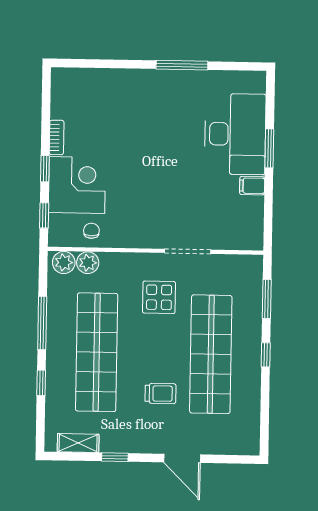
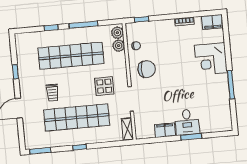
filing cabinet: (63, 86) -> (212, 22), added
desk: (235, 134) -> (187, 122), width x0.53, depth x0.77
window: (45, 169) -> (167, 17), removed
corner desk: (77, 185) -> (211, 59), moved, turned 90
filing cabinet: (252, 186) -> (165, 130), width x2.00
chair: (136, 216) -> (147, 69), added
window: (267, 299) -> (40, 151), moved
shelving: (78, 443) -> (127, 129), moved

